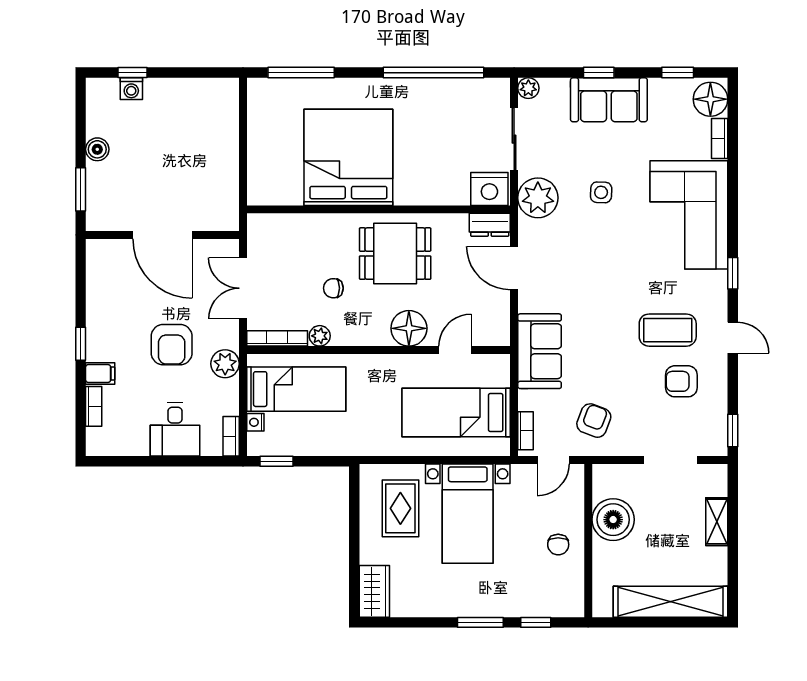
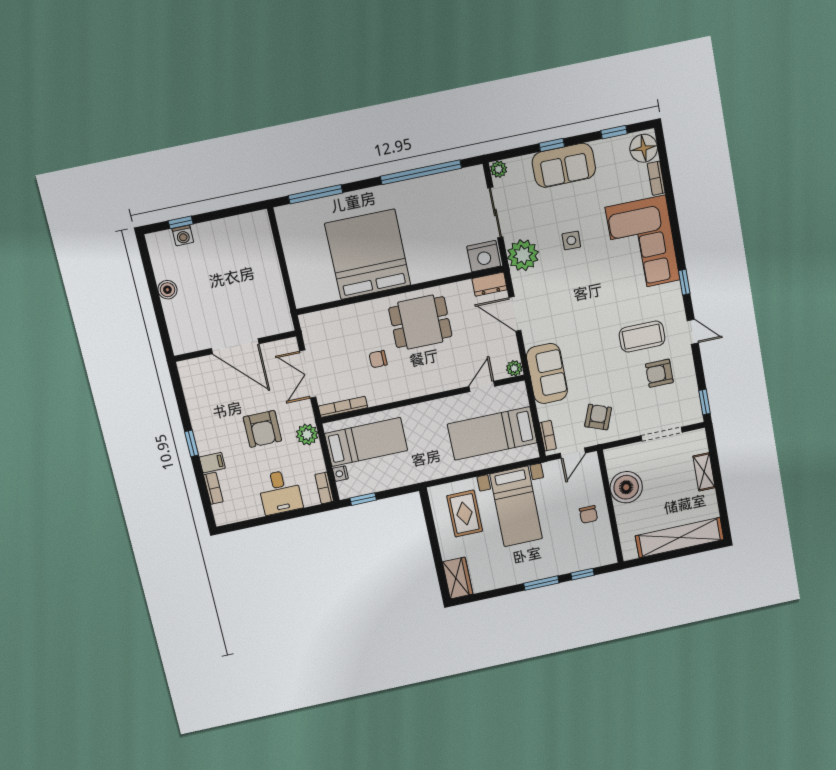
window: (81, 189) -> (162, 324), removed
floor lamp: (409, 328) -> (443, 377), removed
plant: (320, 336) -> (514, 368), moved

